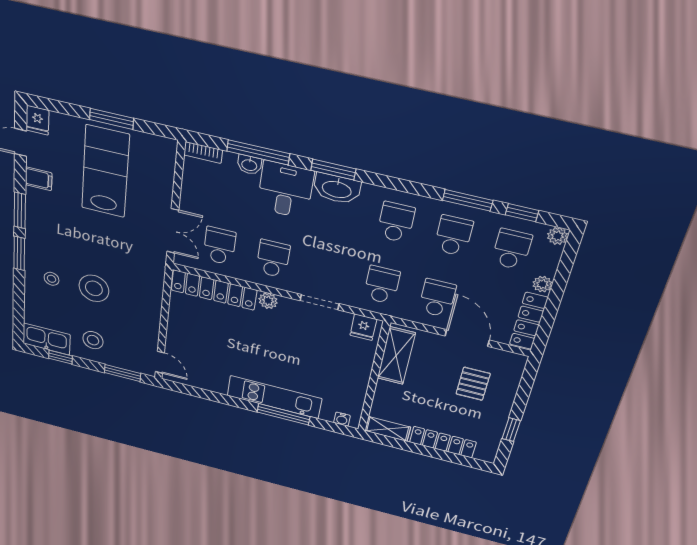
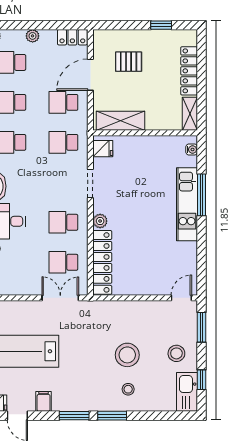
locker: (529, 321) -> (72, 37), width x0.66

